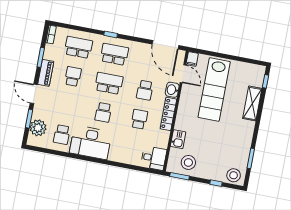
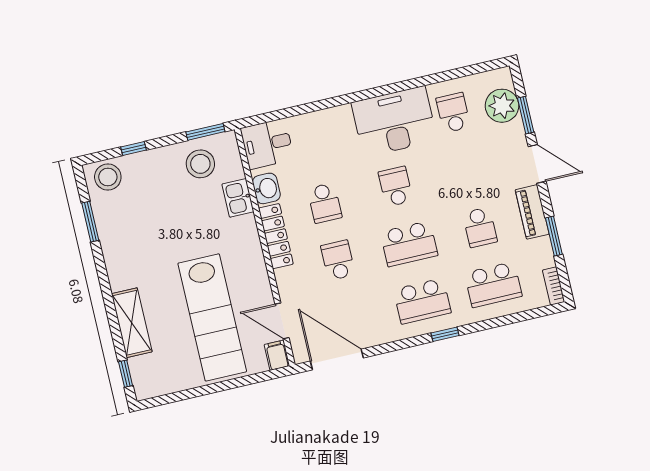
lab bench: (214, 89) -> (212, 317), turned 180
washbasin: (172, 90) -> (266, 188), moved

